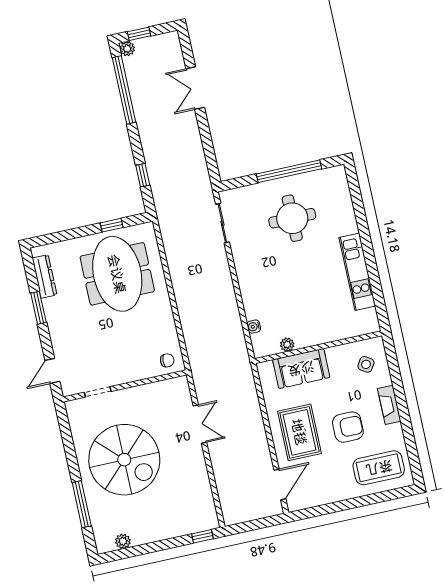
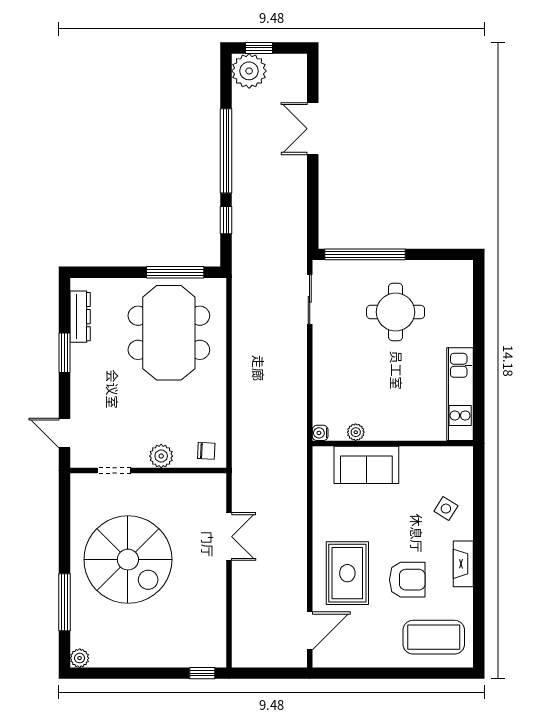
plant: (127, 49) -> (249, 71), width x1.88, depth x1.88
window: (124, 90) -> (226, 151), moved
window: (289, 171) -> (365, 254), moved
window: (112, 225) -> (175, 272), width x2.17
plant: (287, 345) -> (356, 432), moved
wall: (318, 347) -> (393, 444), moved
sofa: (301, 369) -> (366, 465), moved
door: (52, 371) -> (64, 433), hinge flipped
plant: (133, 372) -> (161, 456), added
plant: (123, 541) -> (80, 658), moved

